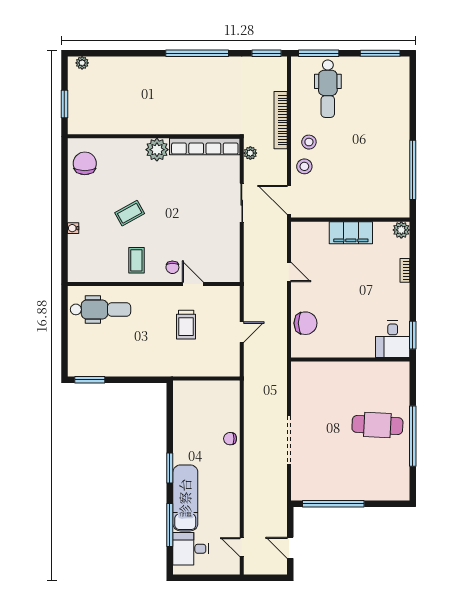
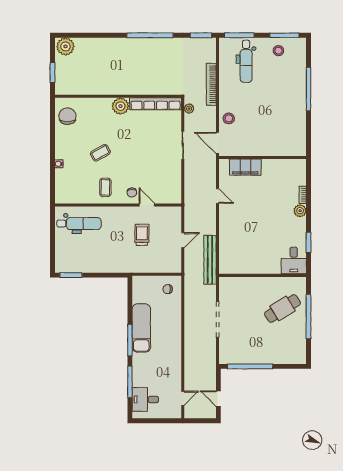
plant: (82, 63) -> (65, 46), width x1.87, depth x1.87
stool: (309, 142) -> (278, 51), moved
window: (413, 170) -> (309, 89), moved
plant: (401, 230) -> (300, 211), moved
filing cabinet: (351, 233) -> (245, 167), moved
chair: (306, 323) -> (230, 234), removed
trolley: (186, 325) -> (142, 235), turned 180
desk: (393, 339) -> (294, 261), moved
bench: (279, 359) -> (210, 260), added
wall: (350, 360) -> (263, 275), moved
cafe table: (377, 425) -> (283, 308), turned -35
chair: (230, 439) -> (168, 289), moved
window: (170, 468) -> (130, 340), width x1.44
exam couch: (185, 498) -> (141, 328), moved
door: (242, 547) -> (183, 398), swing flipped

